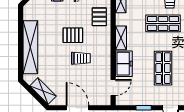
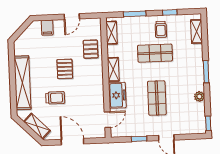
pallet: (73, 35) -> (65, 69), turned 90
trolley: (81, 58) -> (55, 98), moved

